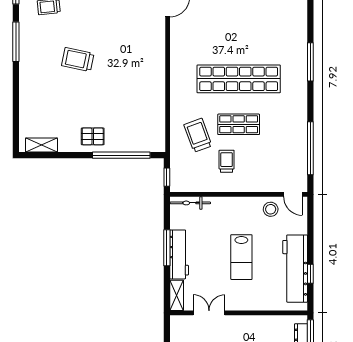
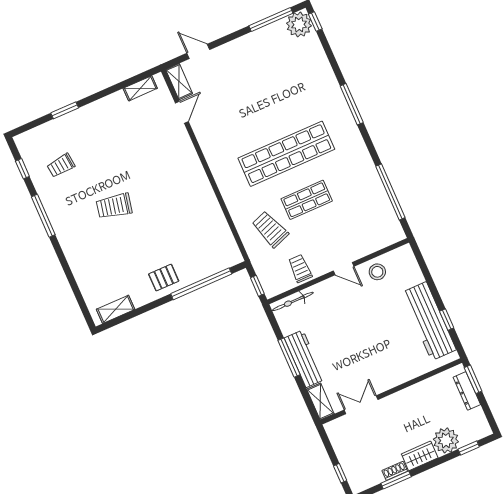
trolley: (227, 161) -> (300, 269), moved
door: (293, 194) -> (344, 269), moved
lab bench: (241, 257) -> (369, 334), removed

